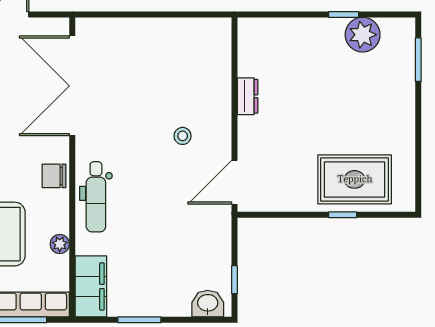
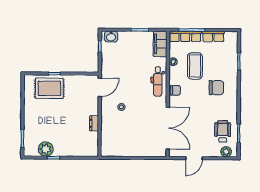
dental chair: (96, 197) -> (158, 81), turned 180

